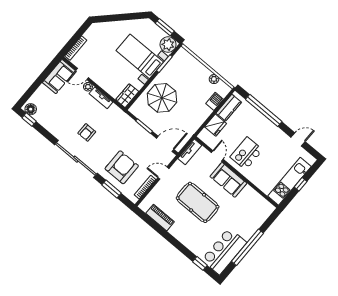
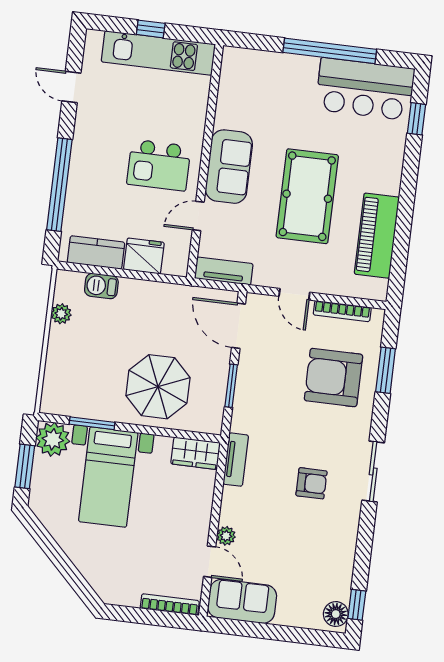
tv unit: (101, 98) -> (236, 460), moved
sliding door: (76, 159) -> (373, 471), width x0.54
piano: (160, 218) -> (377, 236), width x1.37, depth x1.33

